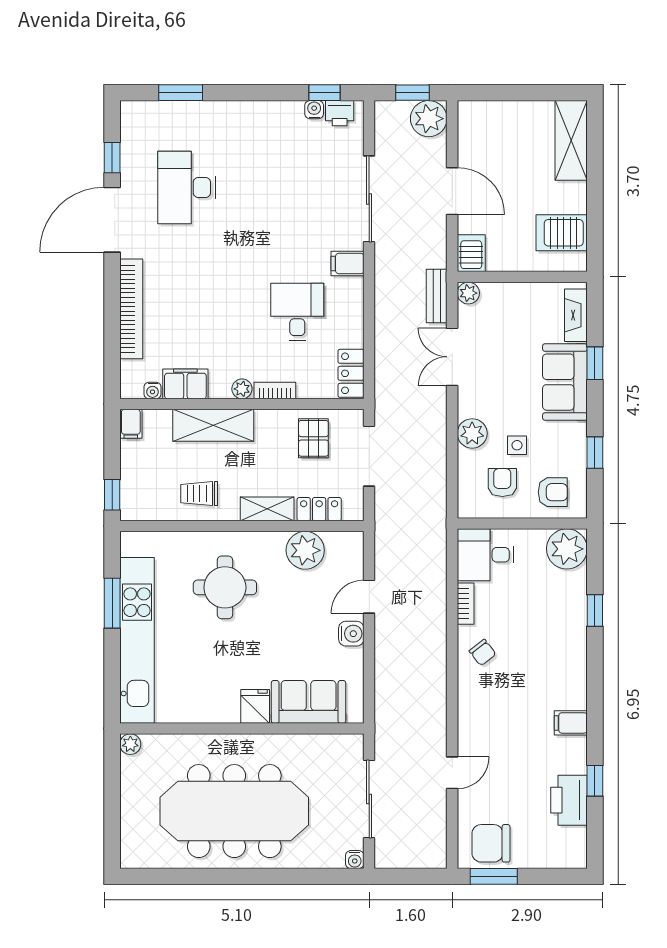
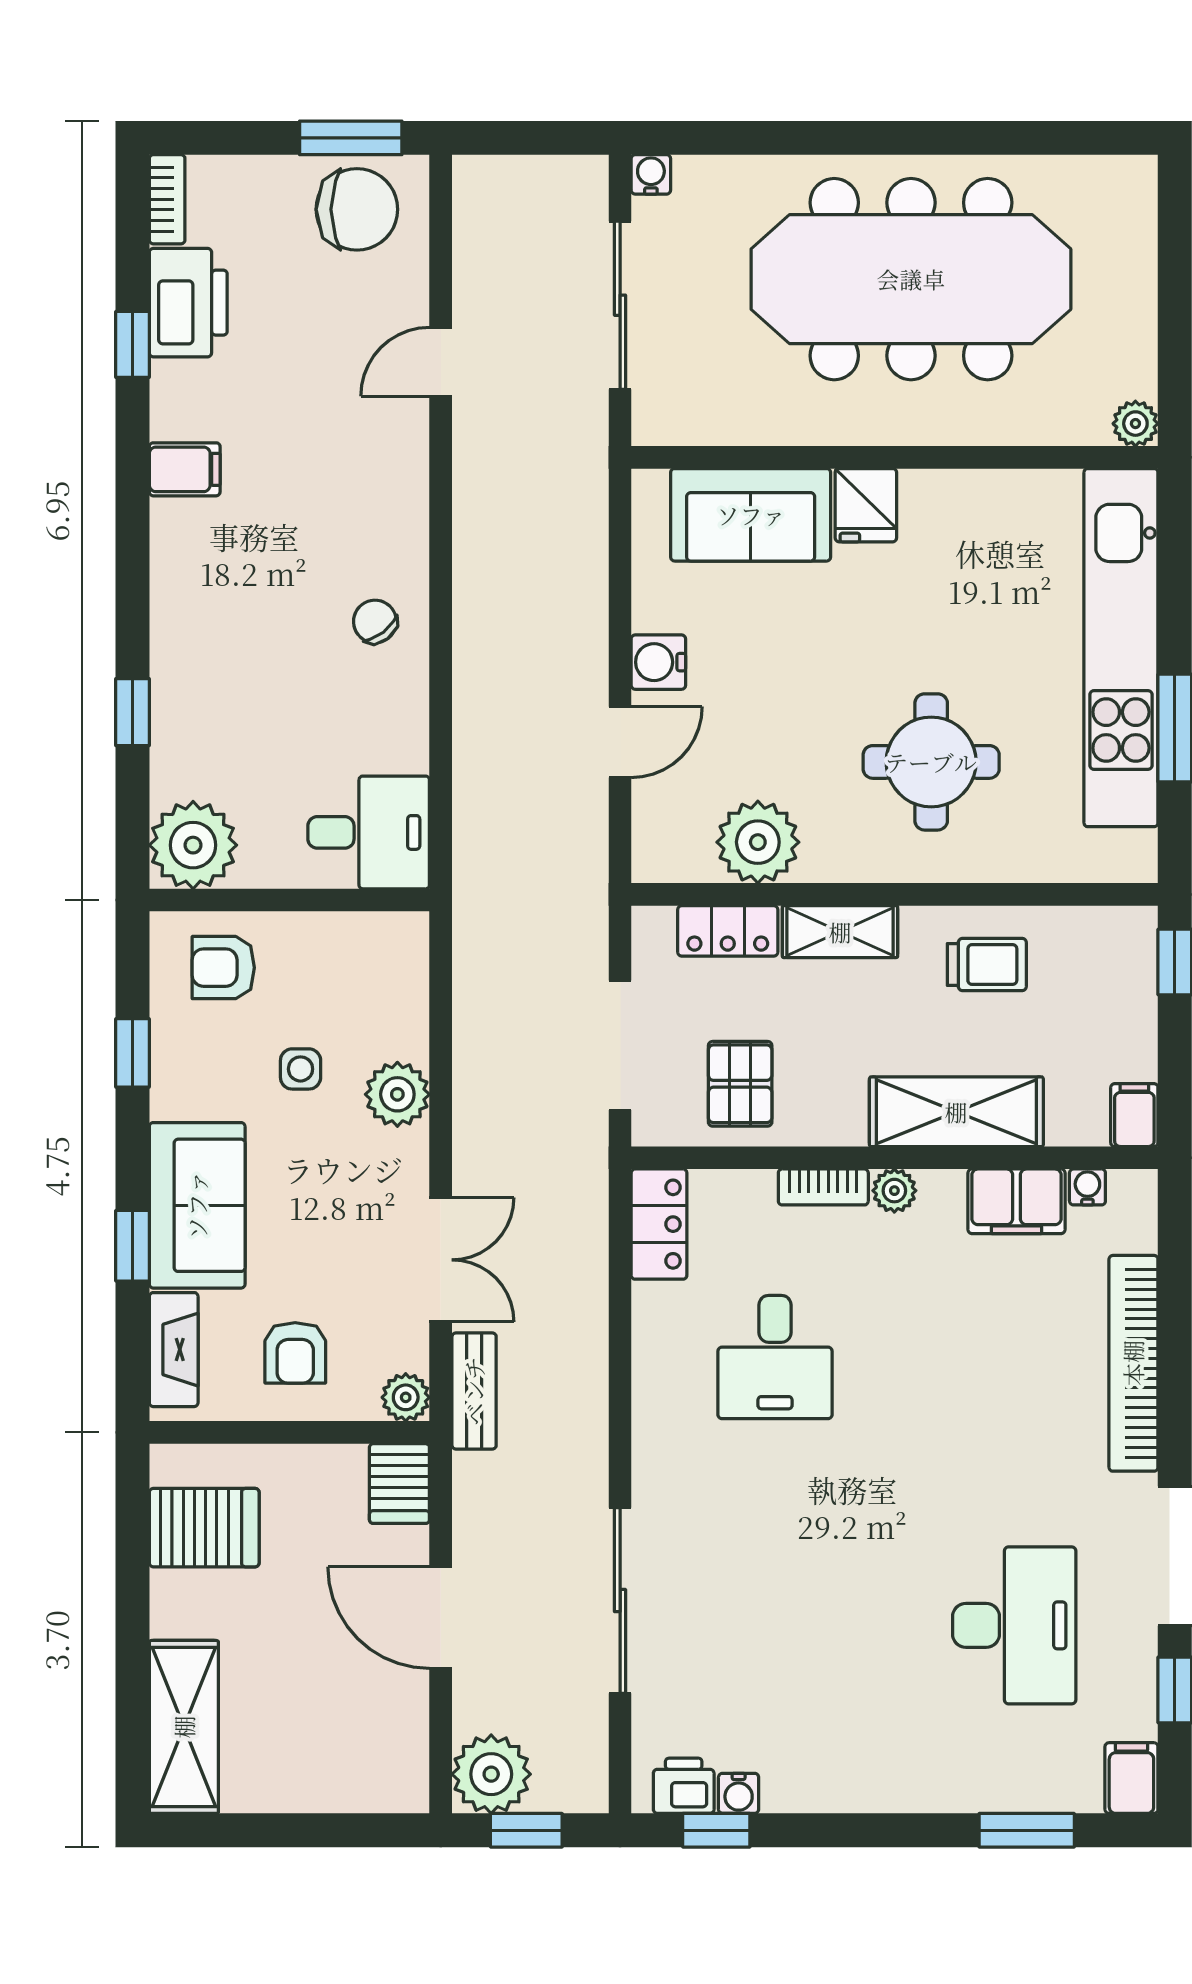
filing cabinet: (347, 263) -> (1131, 1778), moved, turned -90
armchair: (502, 482) -> (295, 1353), moved
bookcase: (466, 604) -> (167, 199), moved, turned 180

